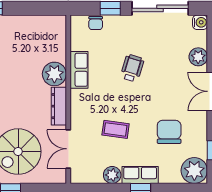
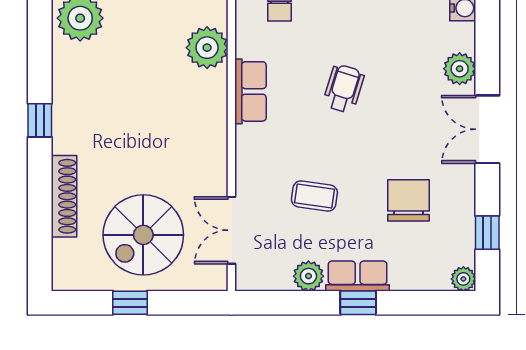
plant: (54, 74) -> (207, 48), moved
dresser: (59, 106) -> (215, 155), removed
plant: (194, 171) -> (463, 279), width x0.53, depth x0.53

